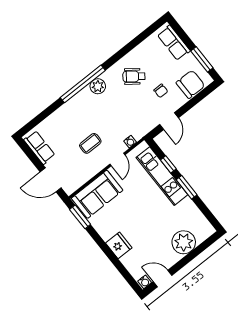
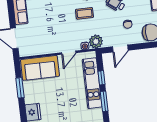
plant: (139, 130) -> (96, 41), added
coffee table: (90, 143) -> (84, 13), moved
window: (80, 217) -> (20, 88), moved

